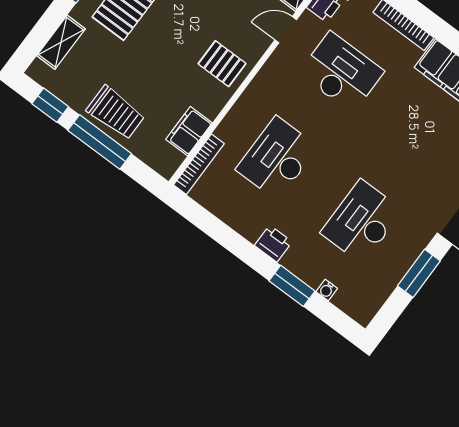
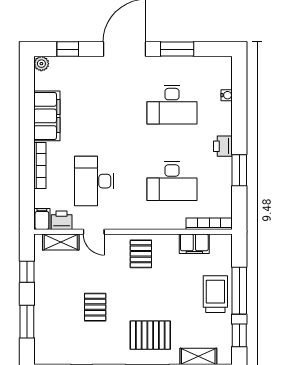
window: (292, 286) -> (239, 170), moved

